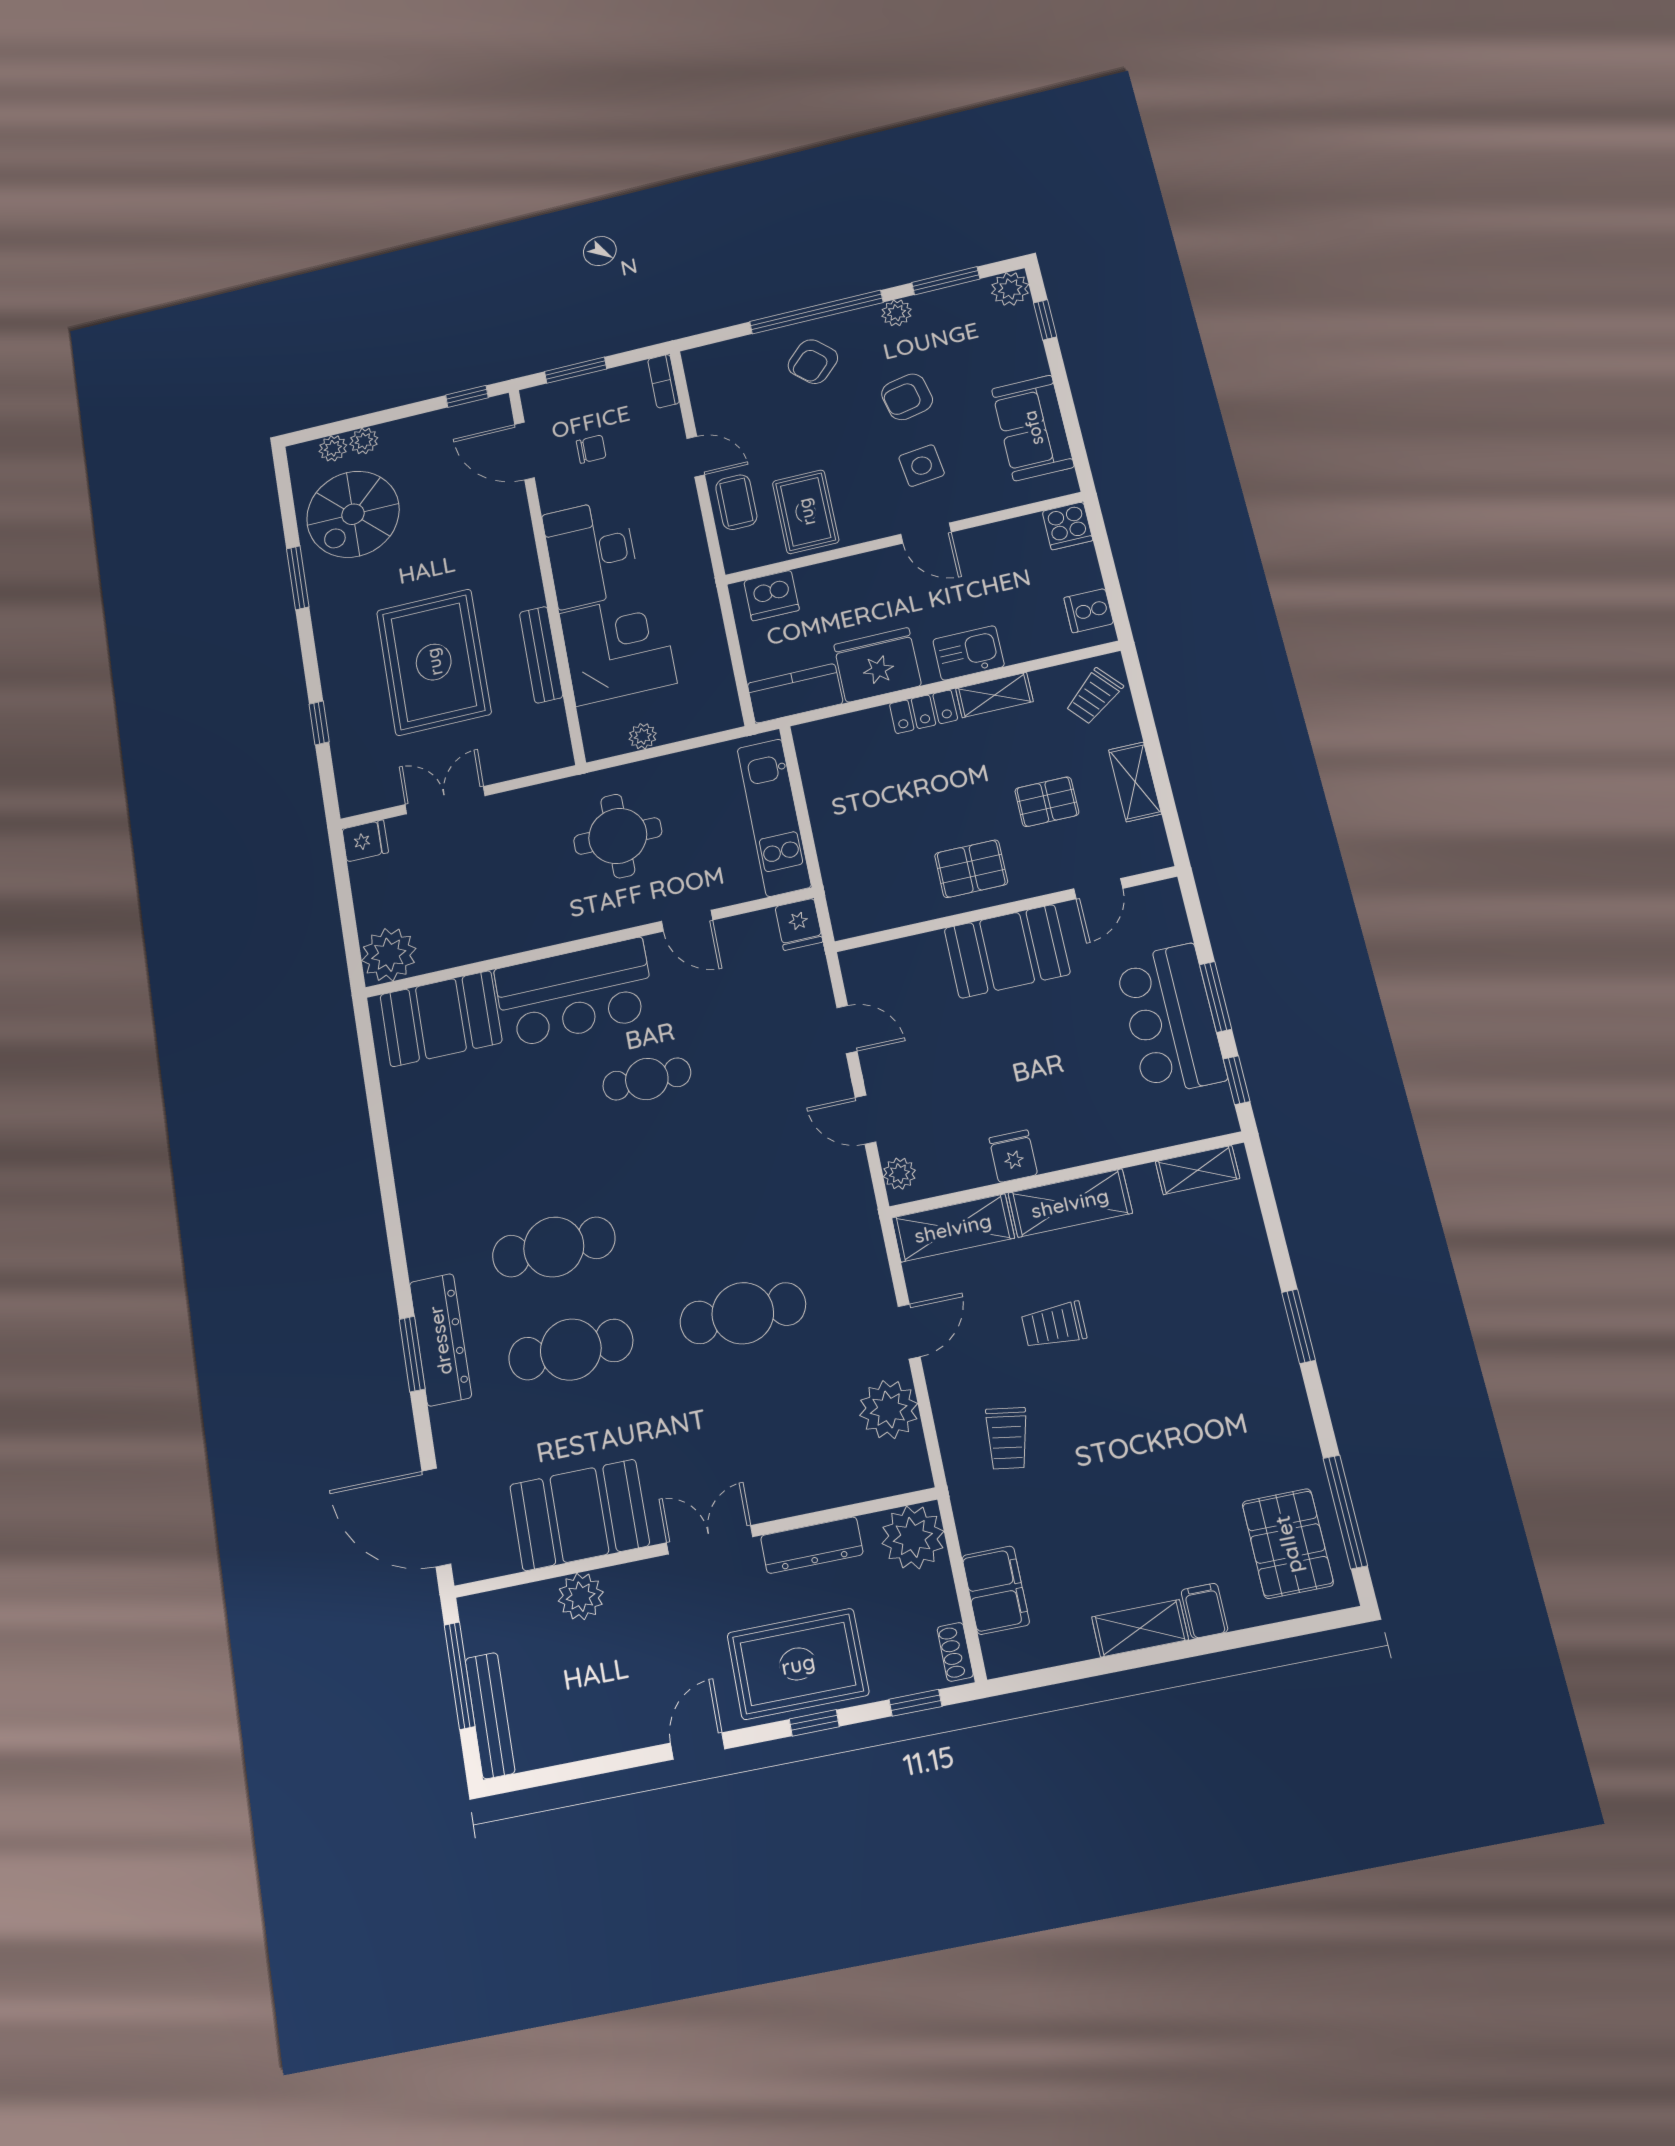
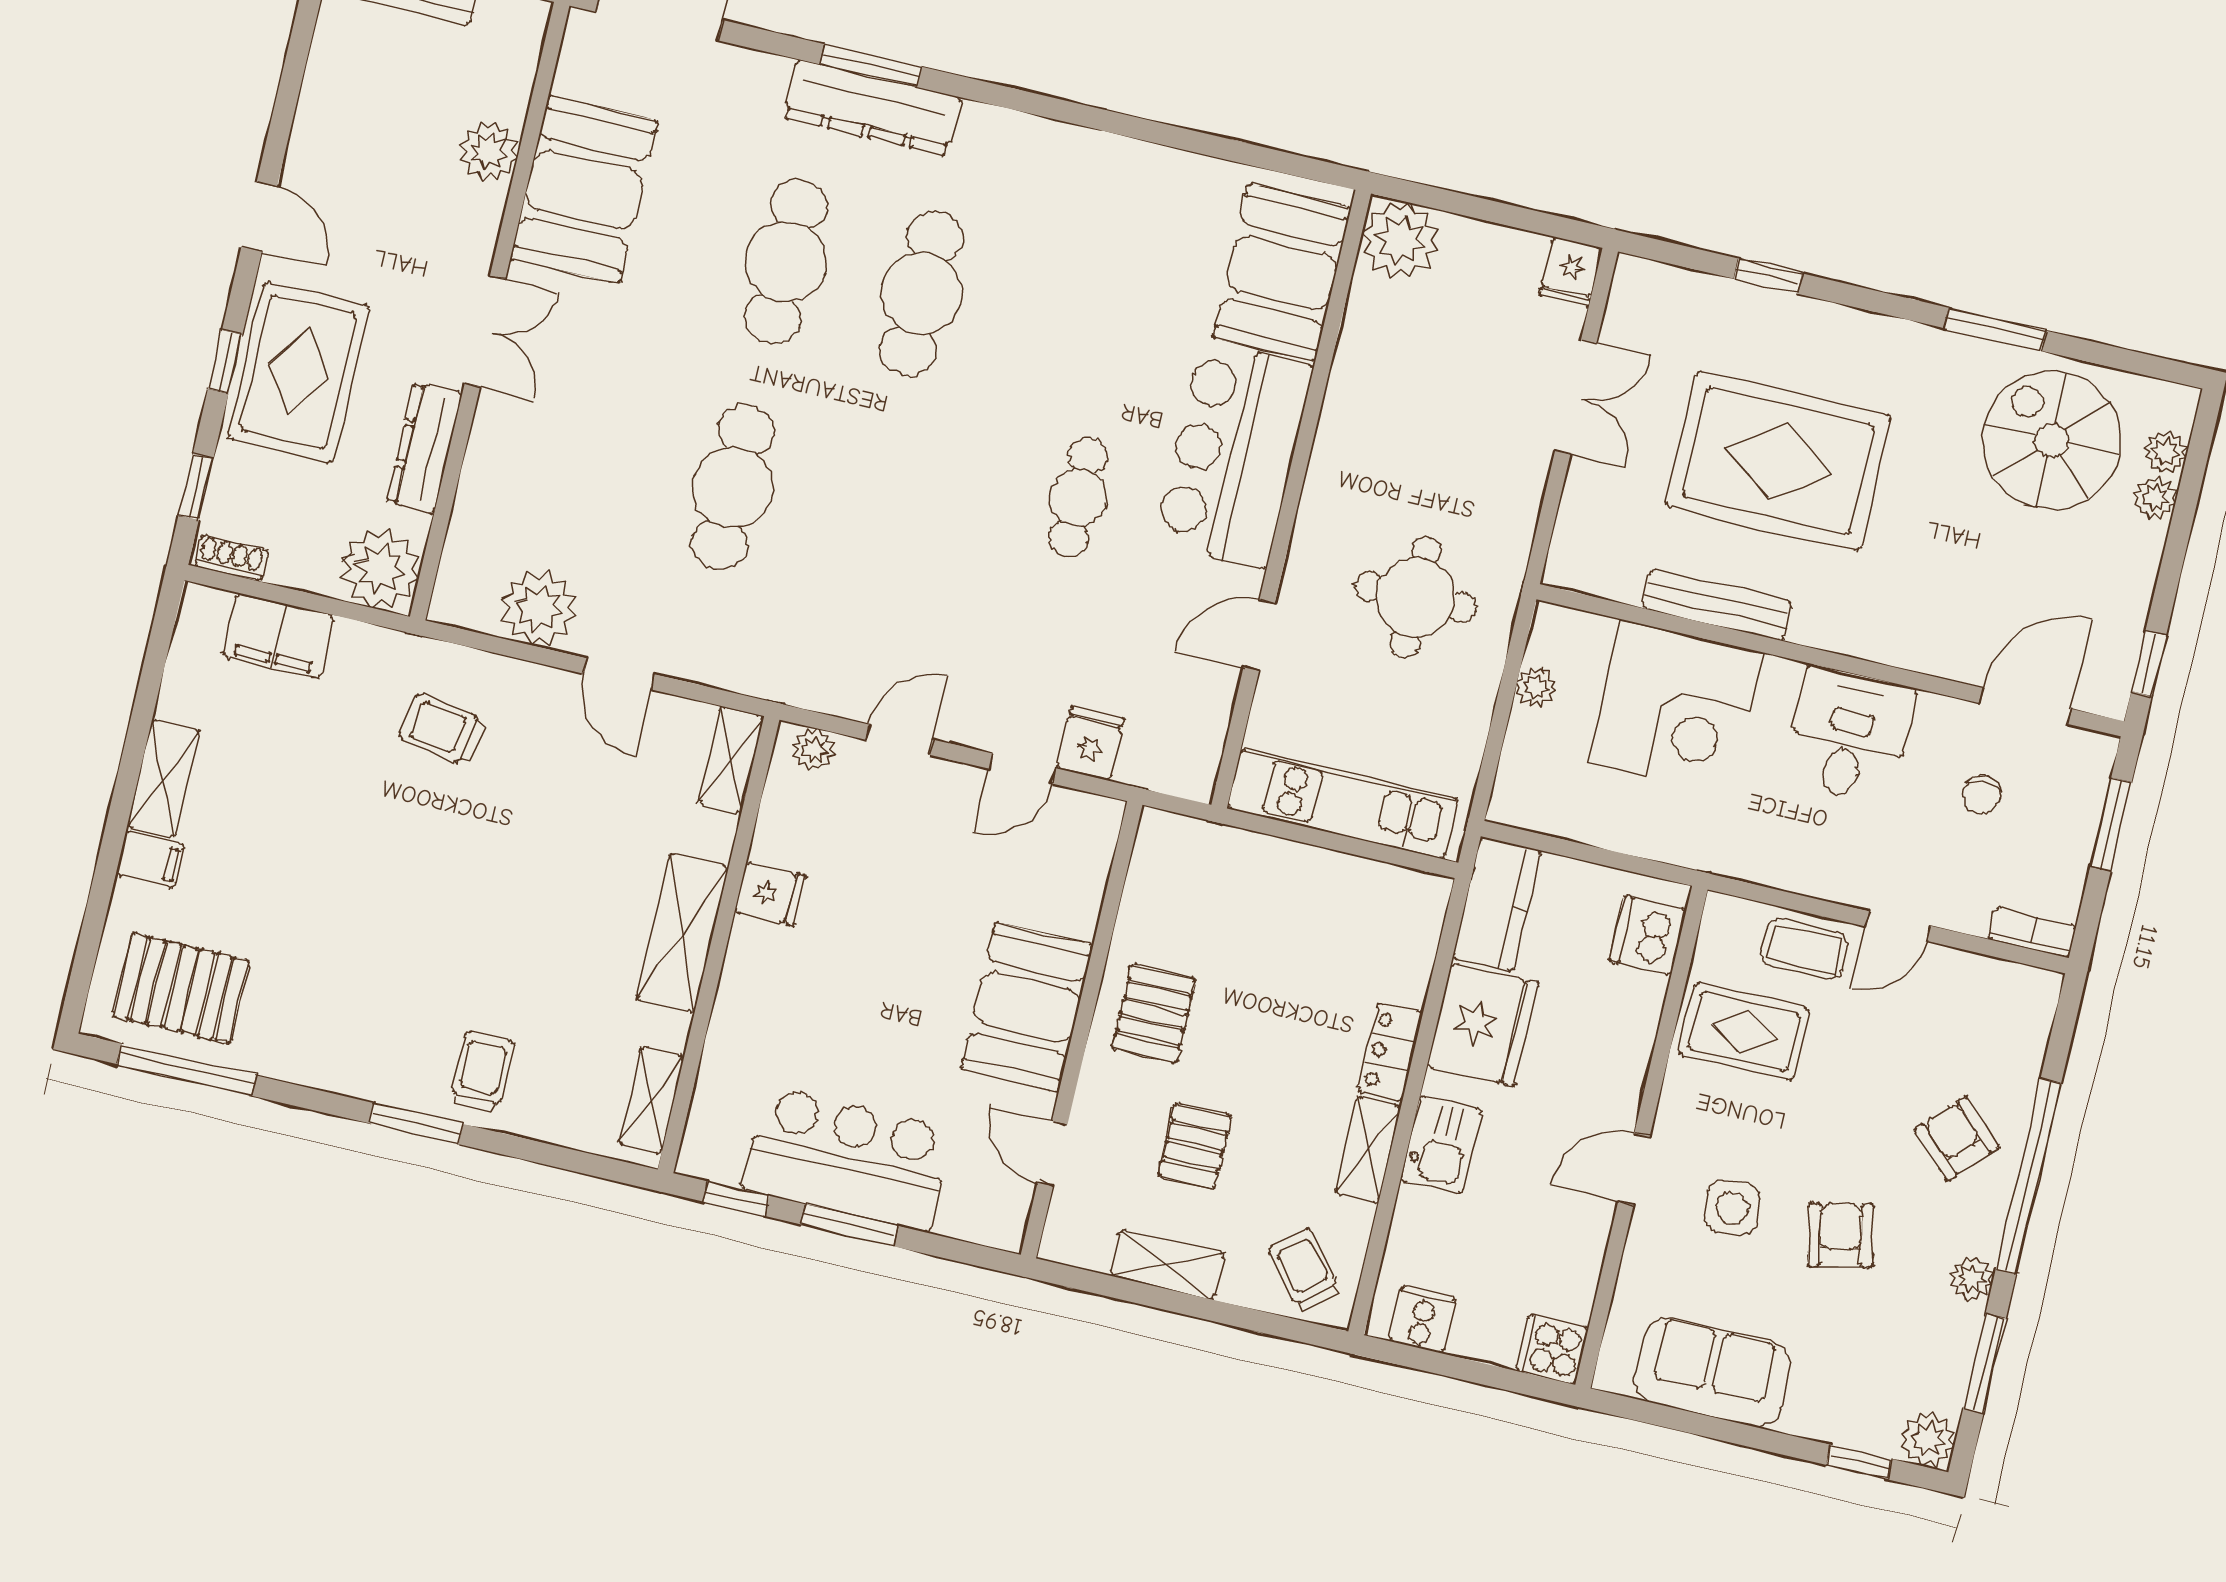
desk: (591, 553) -> (1849, 735), width x0.73
fridge: (799, 924) -> (1090, 743), moved, turned 90
shelving: (953, 1228) -> (731, 760), width x0.67, depth x0.75
trolley: (1054, 1325) -> (482, 1072), moved

